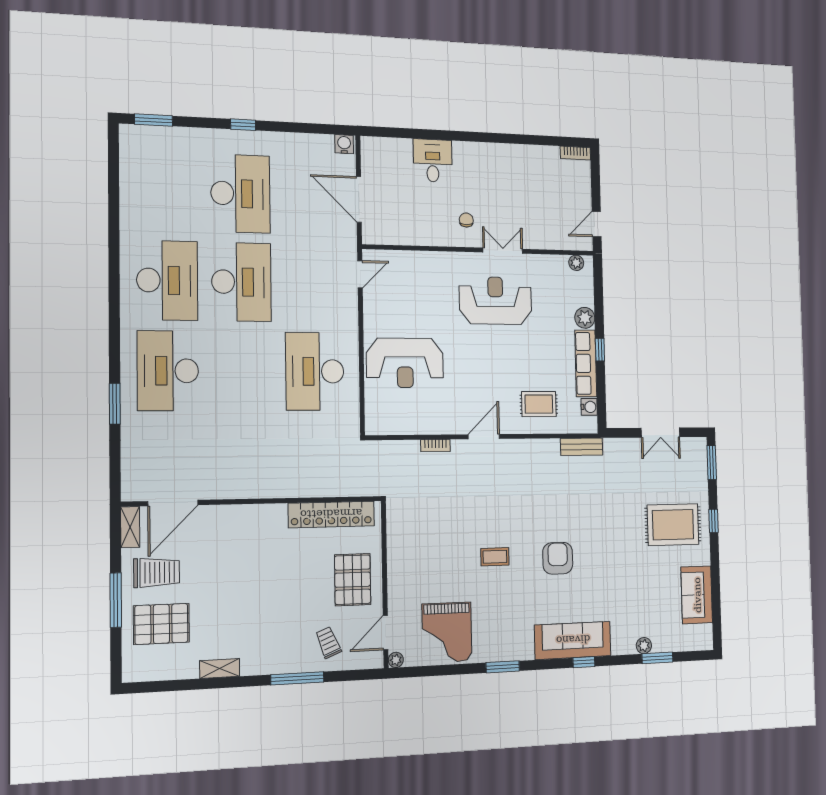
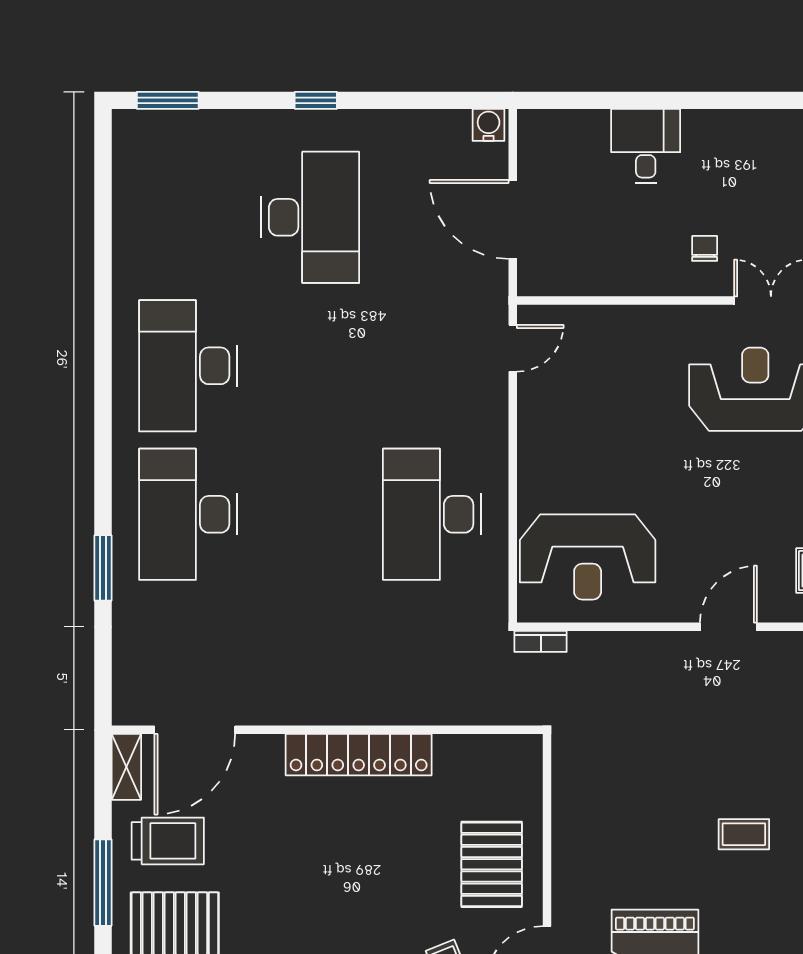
desk: (167, 280) -> (188, 366), turned 180
desk: (241, 282) -> (310, 366), removed
reception desk: (405, 363) -> (588, 557), moved
bookcase: (435, 446) -> (541, 641), moved
locker: (331, 514) -> (359, 755), moved

